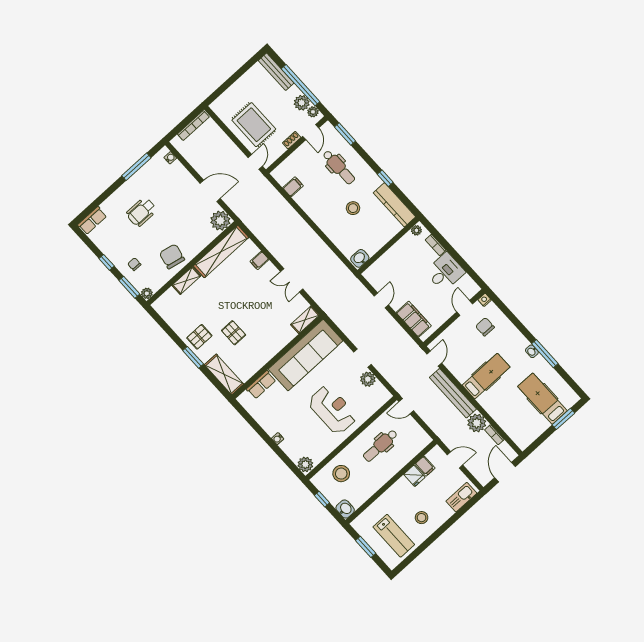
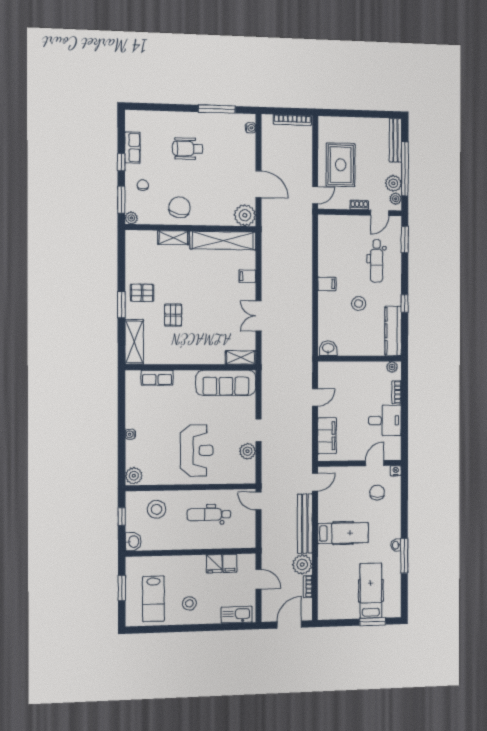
filing cabinet: (293, 187) -> (327, 284), moved
row of seats: (92, 221) -> (132, 148), moved, turned -90
sofa: (306, 355) -> (226, 383), width x0.74, depth x0.79

